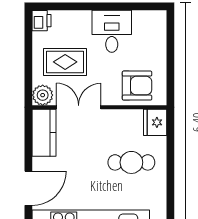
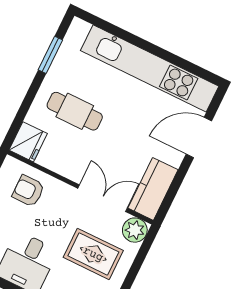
armchair: (137, 86) -> (28, 191), width x0.72, depth x0.72
double door: (79, 107) -> (102, 198), swing flipped
window: (170, 196) -> (50, 55), added

